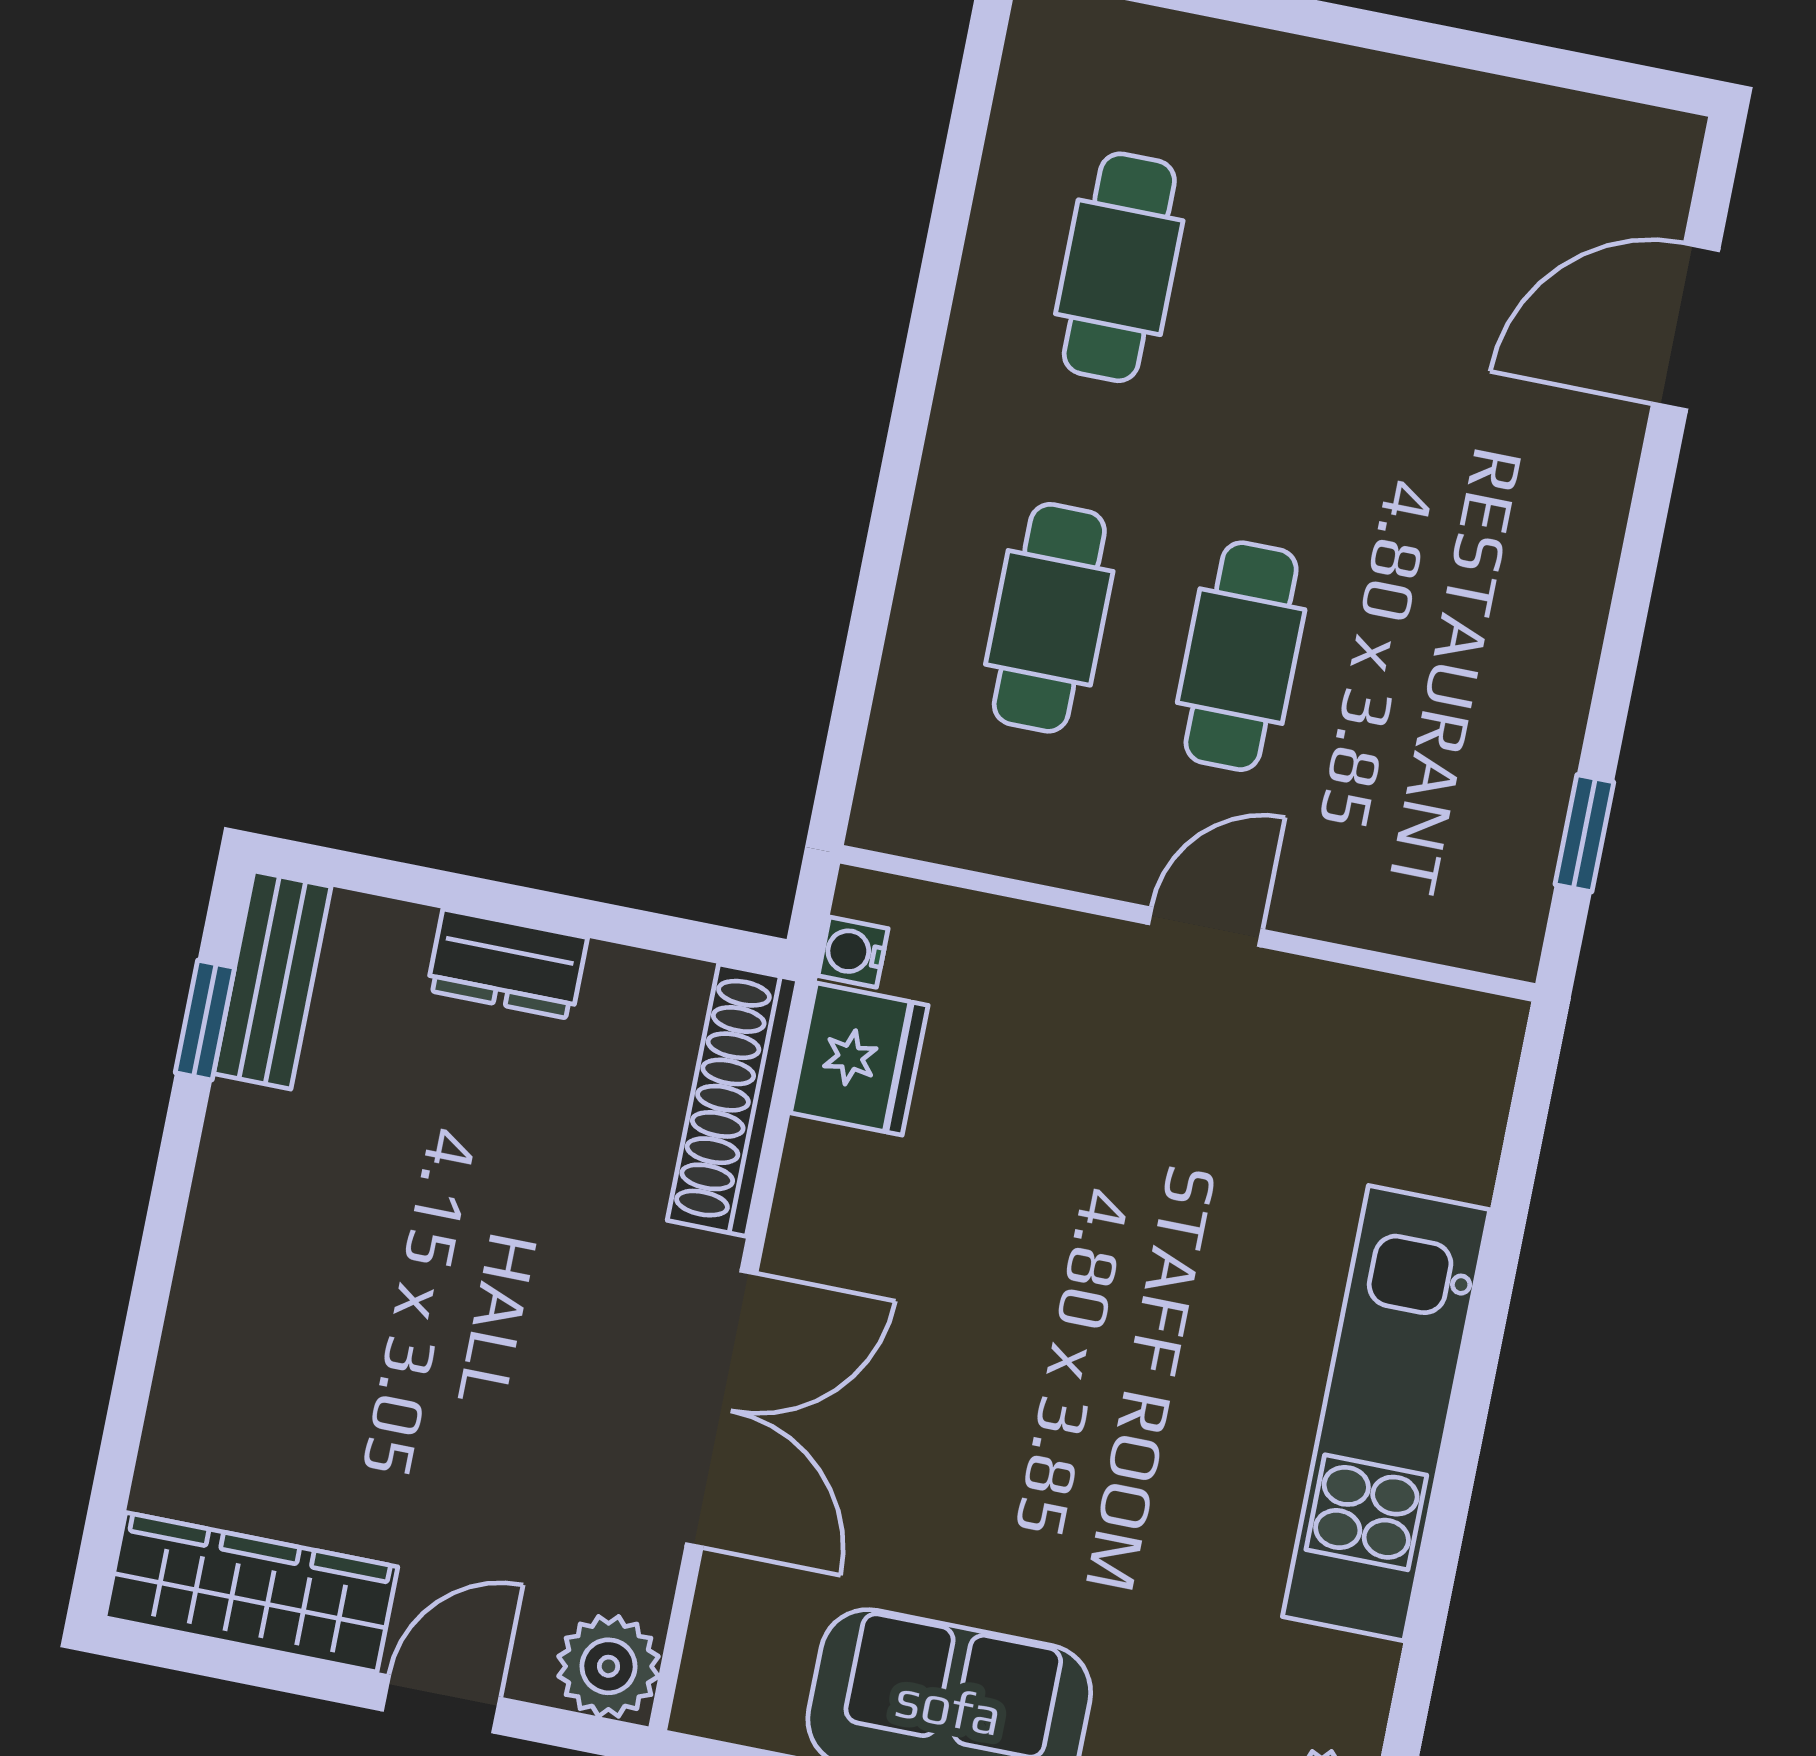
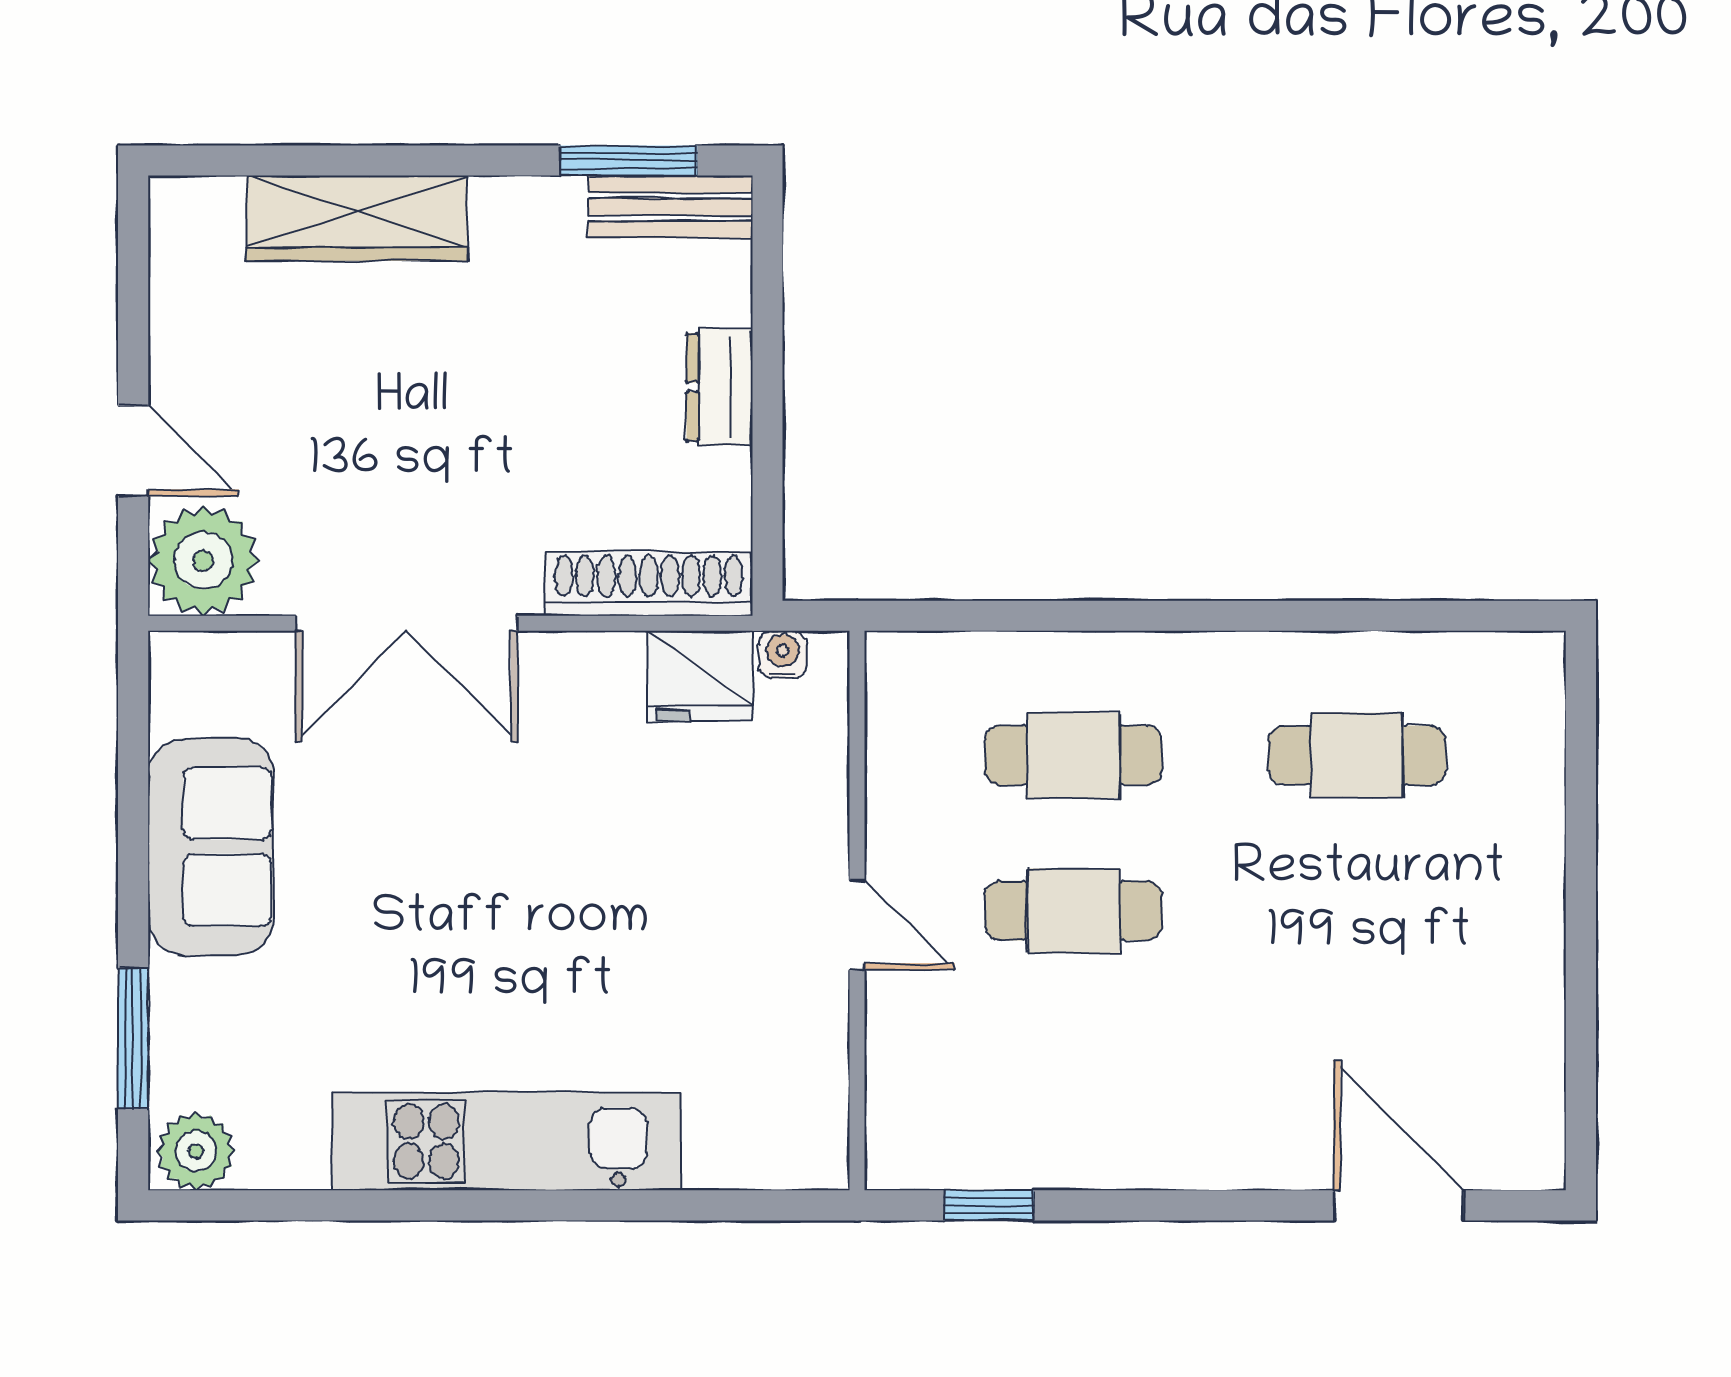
window: (205, 1020) -> (629, 161), width x1.50
wardrobe: (251, 1592) -> (357, 218), moved, turned 90
plant: (609, 1666) -> (203, 561), width x1.36, depth x1.36

